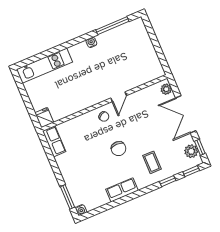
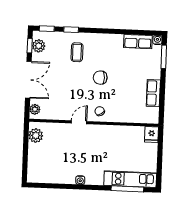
window: (112, 26) -> (127, 189), moved
plant: (154, 65) -> (36, 135), added
row of seats: (54, 141) -> (153, 93), moved
chair: (119, 149) -> (100, 78), turned -90
row of seats: (122, 190) -> (138, 42), moved

